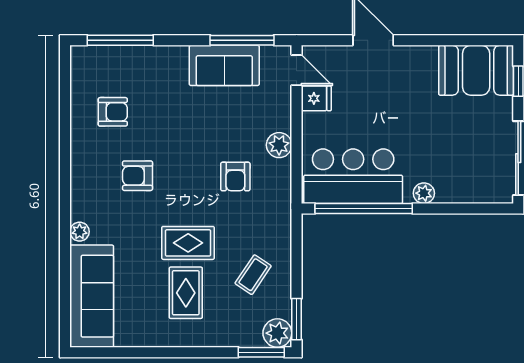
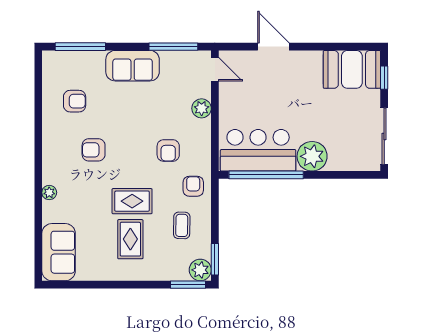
sofa: (224, 65) -> (133, 66), moved
fridge: (316, 98) -> (230, 91), removed
plant: (279, 145) -> (202, 108), moved
plant: (424, 193) -> (312, 156), width x1.88, depth x1.88
armchair: (268, 223) -> (193, 186), added
coffee table: (253, 275) -> (182, 225), turned -33
sofa: (92, 296) -> (59, 252), width x0.73

